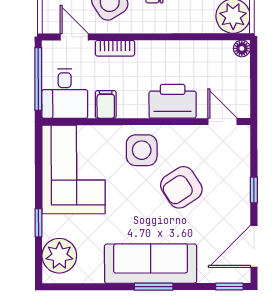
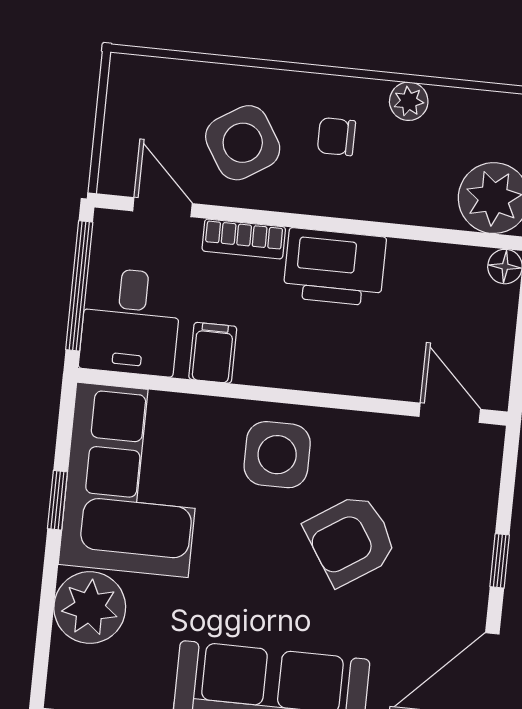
printer: (173, 101) -> (335, 267), moved, turned 180
window: (38, 223) -> (57, 500), moved
plant: (59, 256) -> (90, 608), moved

